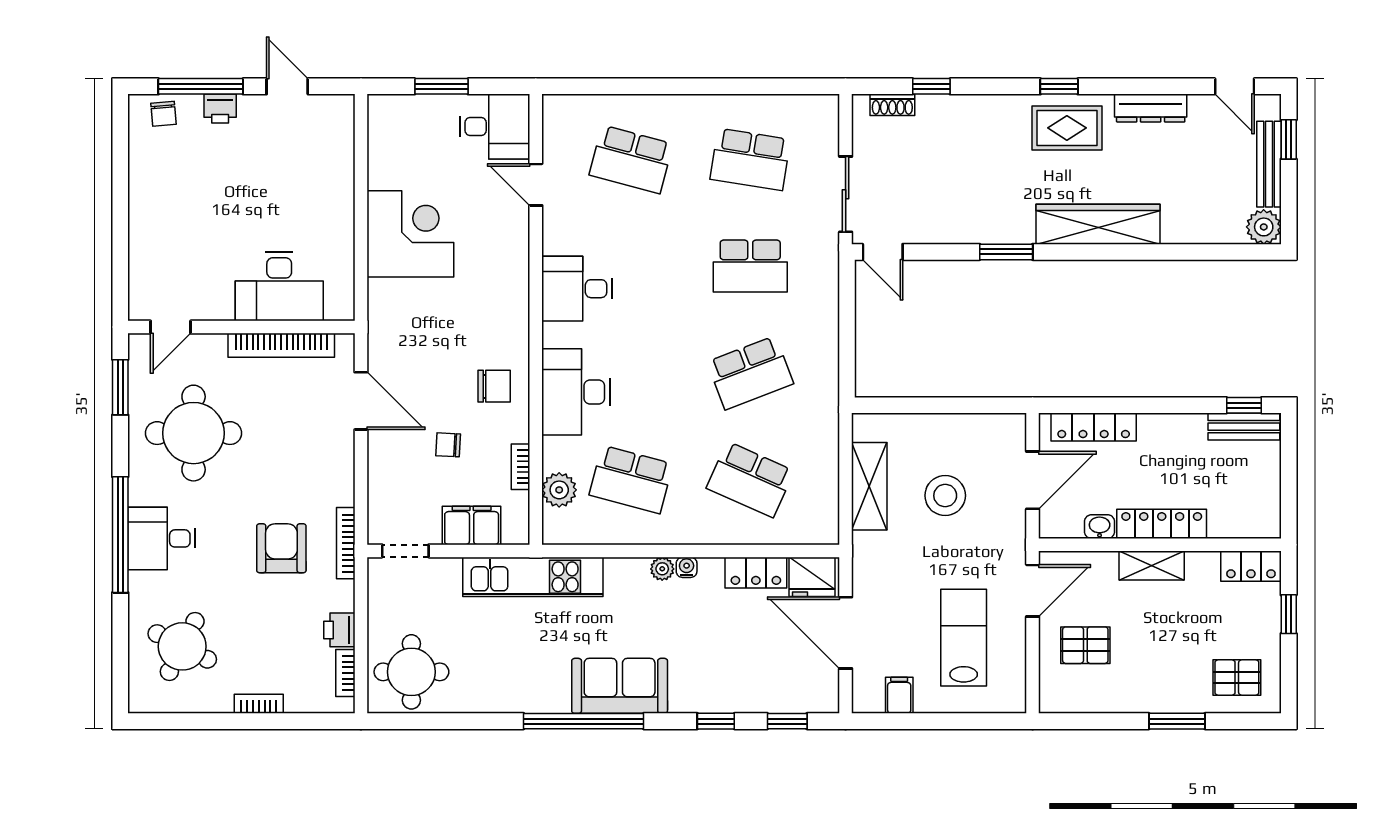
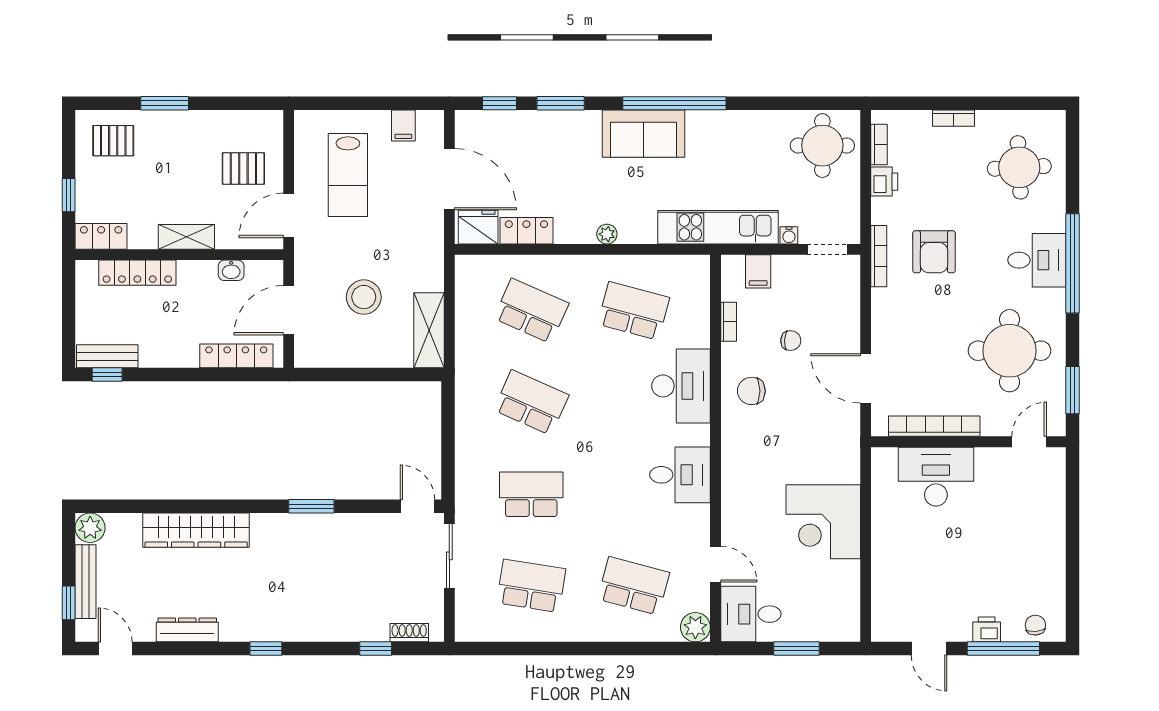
rug: (1067, 128) -> (259, 613), removed
wardrobe: (1098, 224) -> (196, 530), moved
school desk: (750, 373) -> (531, 403), turned 45
shelving: (869, 486) -> (429, 330), moved
plant: (559, 490) -> (695, 627), moved
locker: (1162, 524) -> (137, 273), moved
filing cabinet: (472, 525) -> (758, 271), width x0.50
water cooler: (687, 567) -> (789, 235), moved
round table: (182, 646) -> (1019, 167), turned -30
window: (716, 721) -> (561, 103), width x1.50

